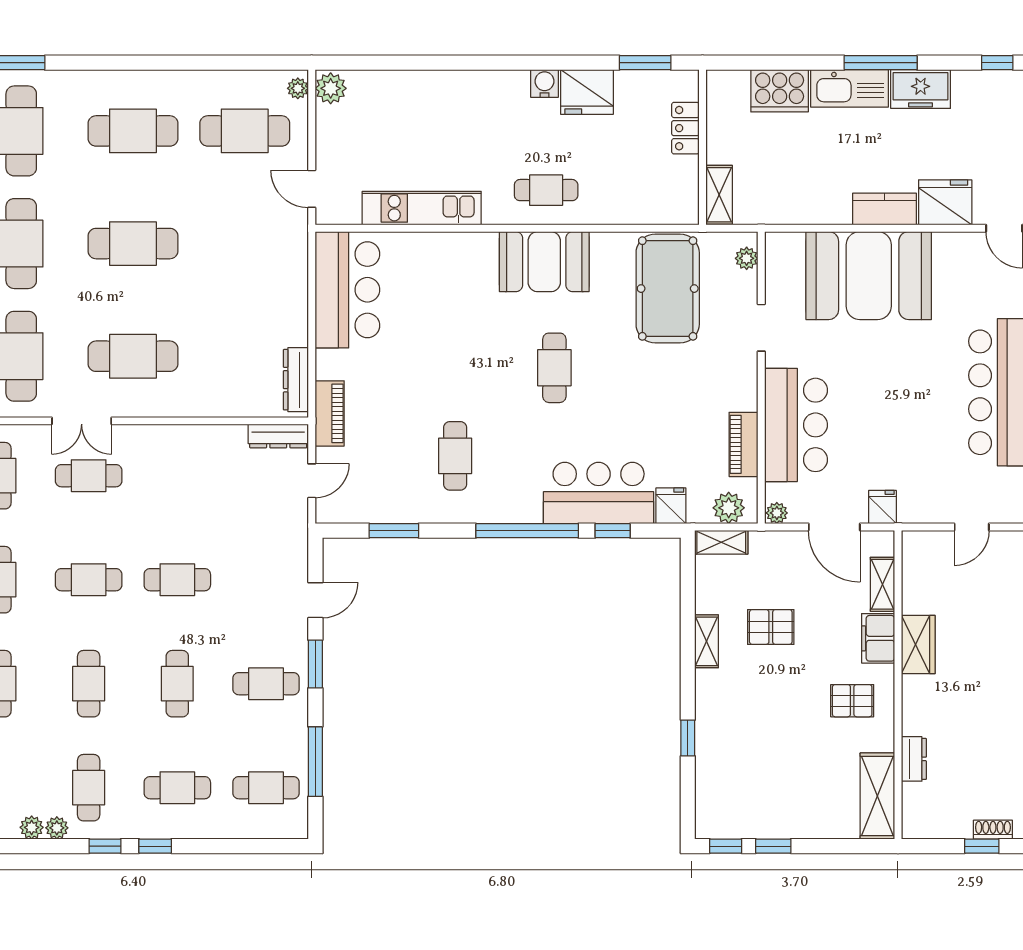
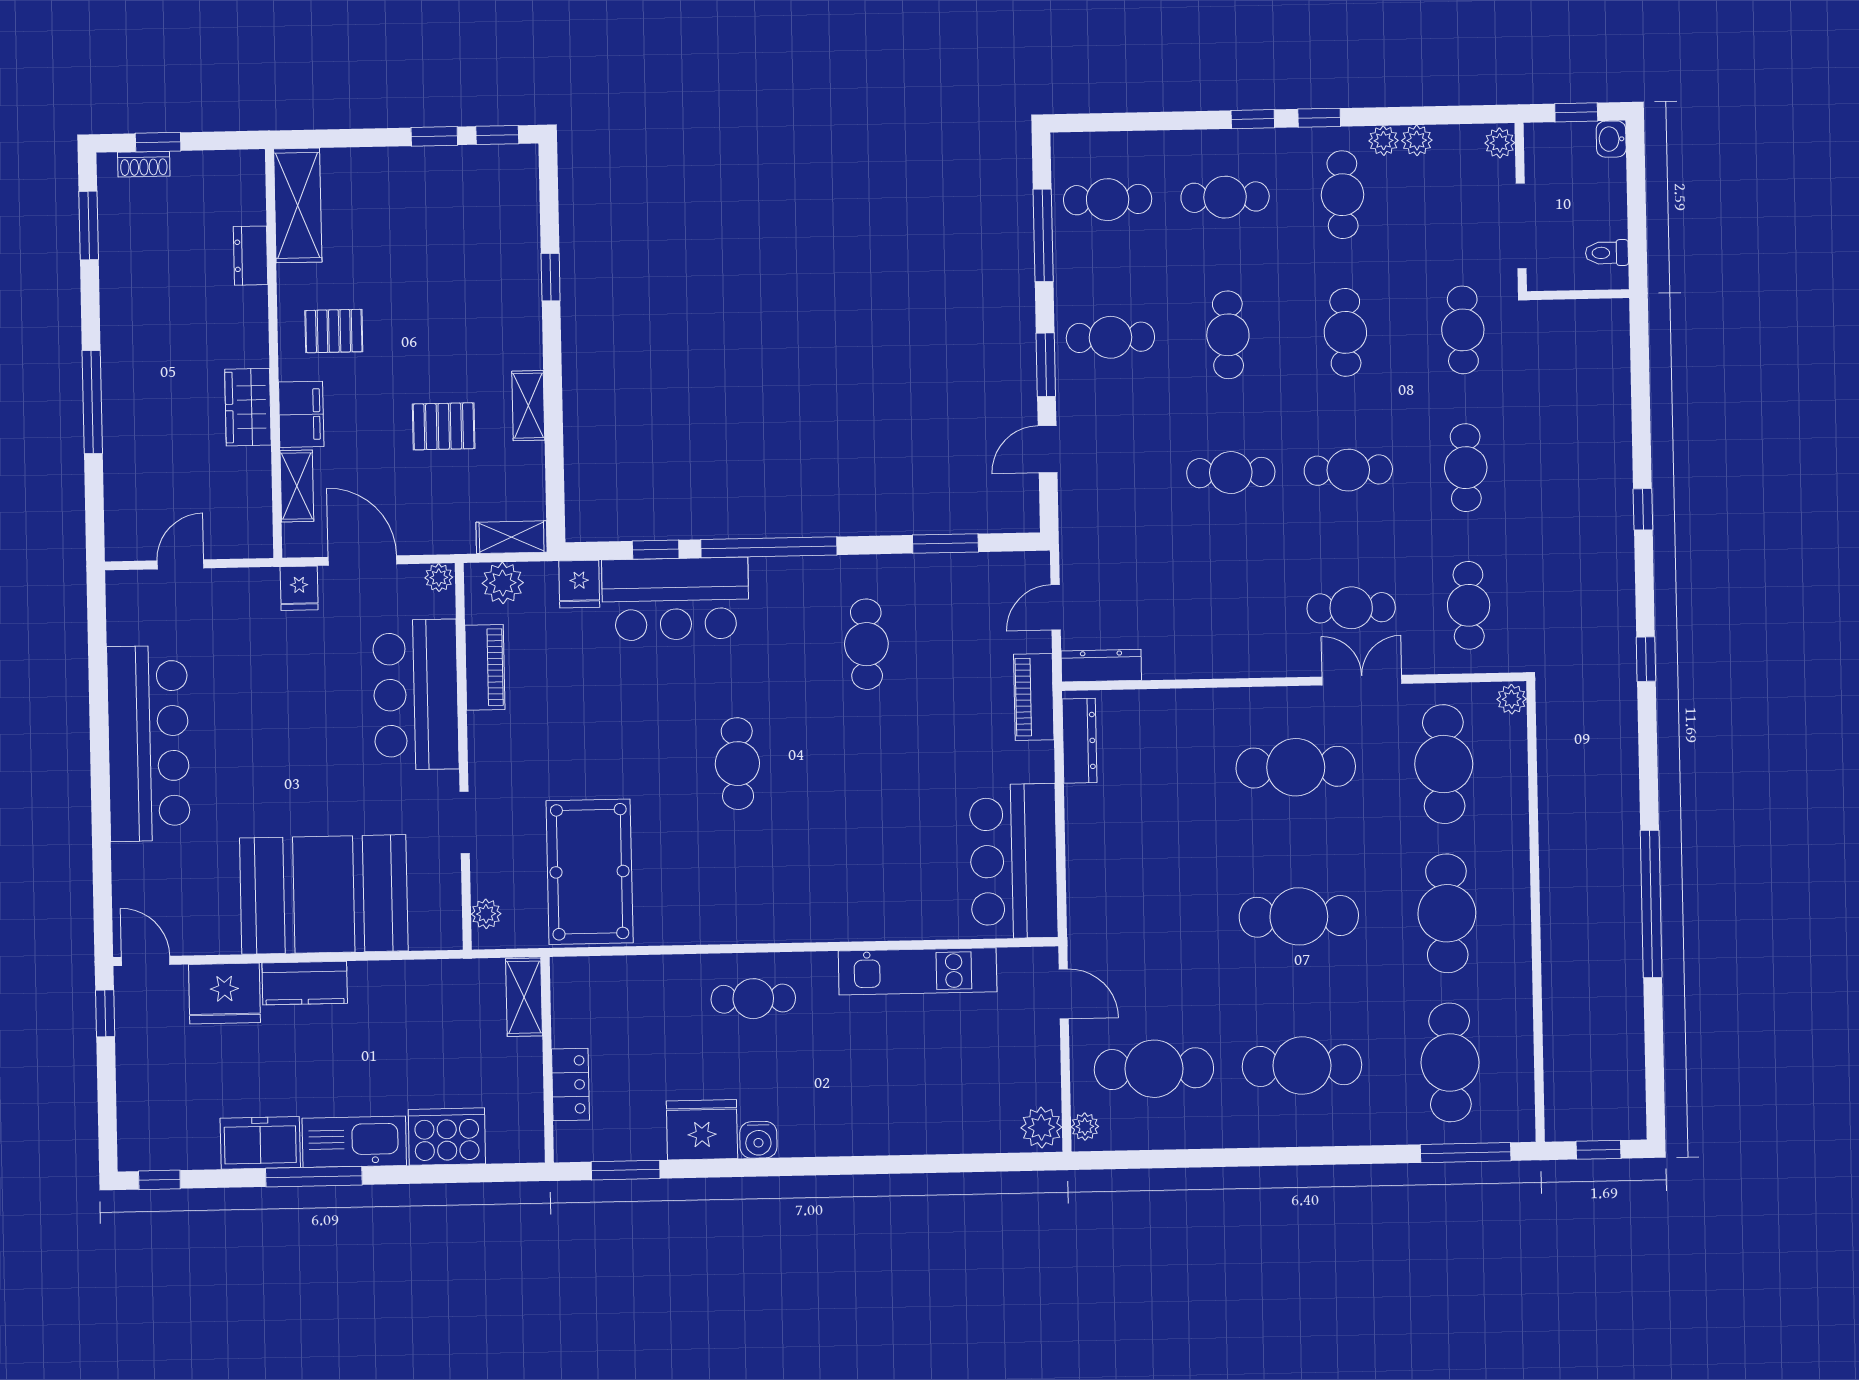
booth: (544, 262) -> (754, 904), removed

